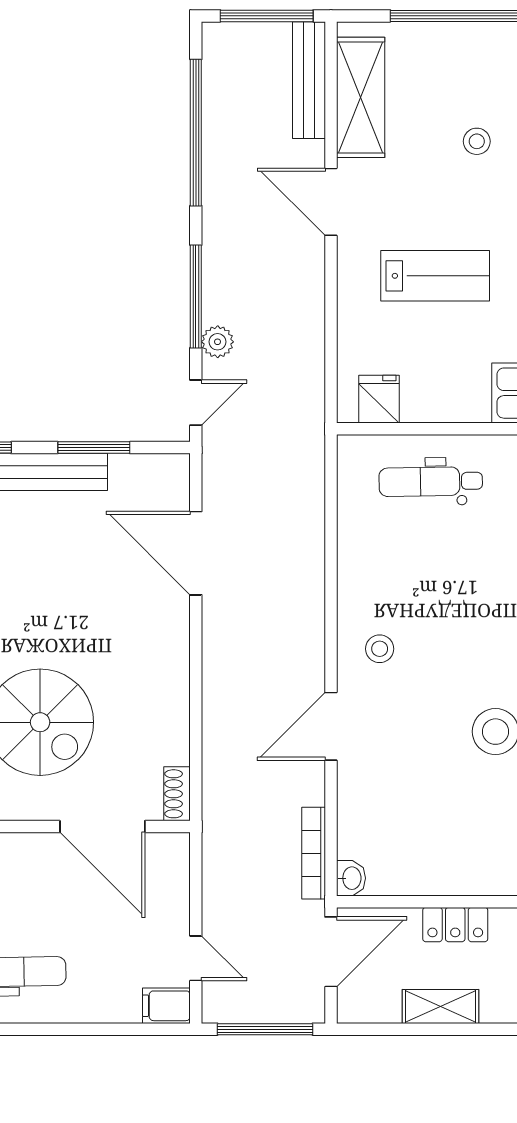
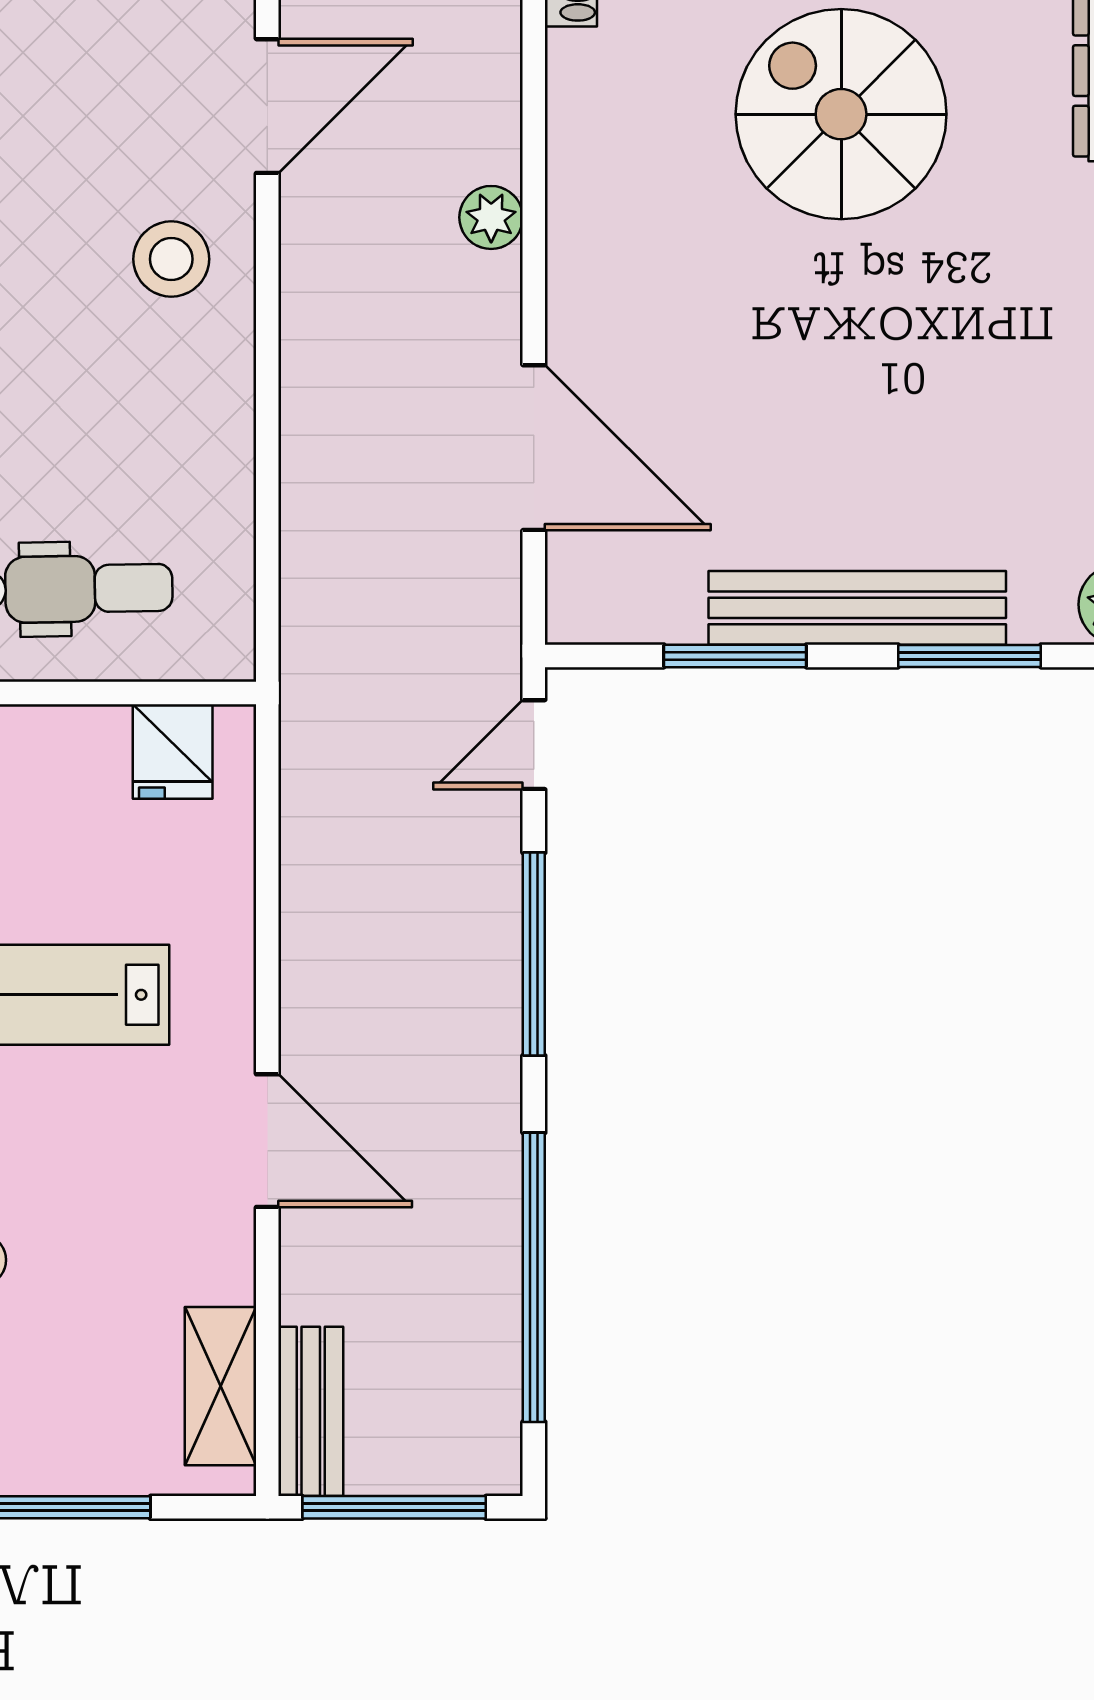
bench: (309, 80) -> (311, 1411), width x0.73
shelving: (361, 97) -> (221, 1386), width x0.67, depth x0.75
plant: (218, 342) -> (491, 217), moved
stool: (380, 649) -> (171, 259), width x1.37, depth x1.37

